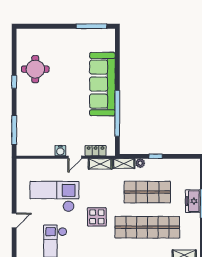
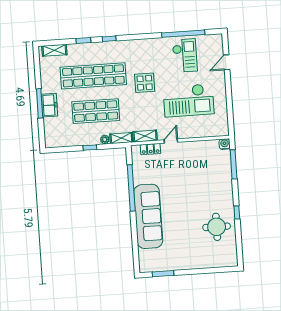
window: (92, 26) -> (163, 274), width x0.69
water cooler: (60, 151) -> (225, 144), moved
door: (14, 221) -> (227, 62), moved

